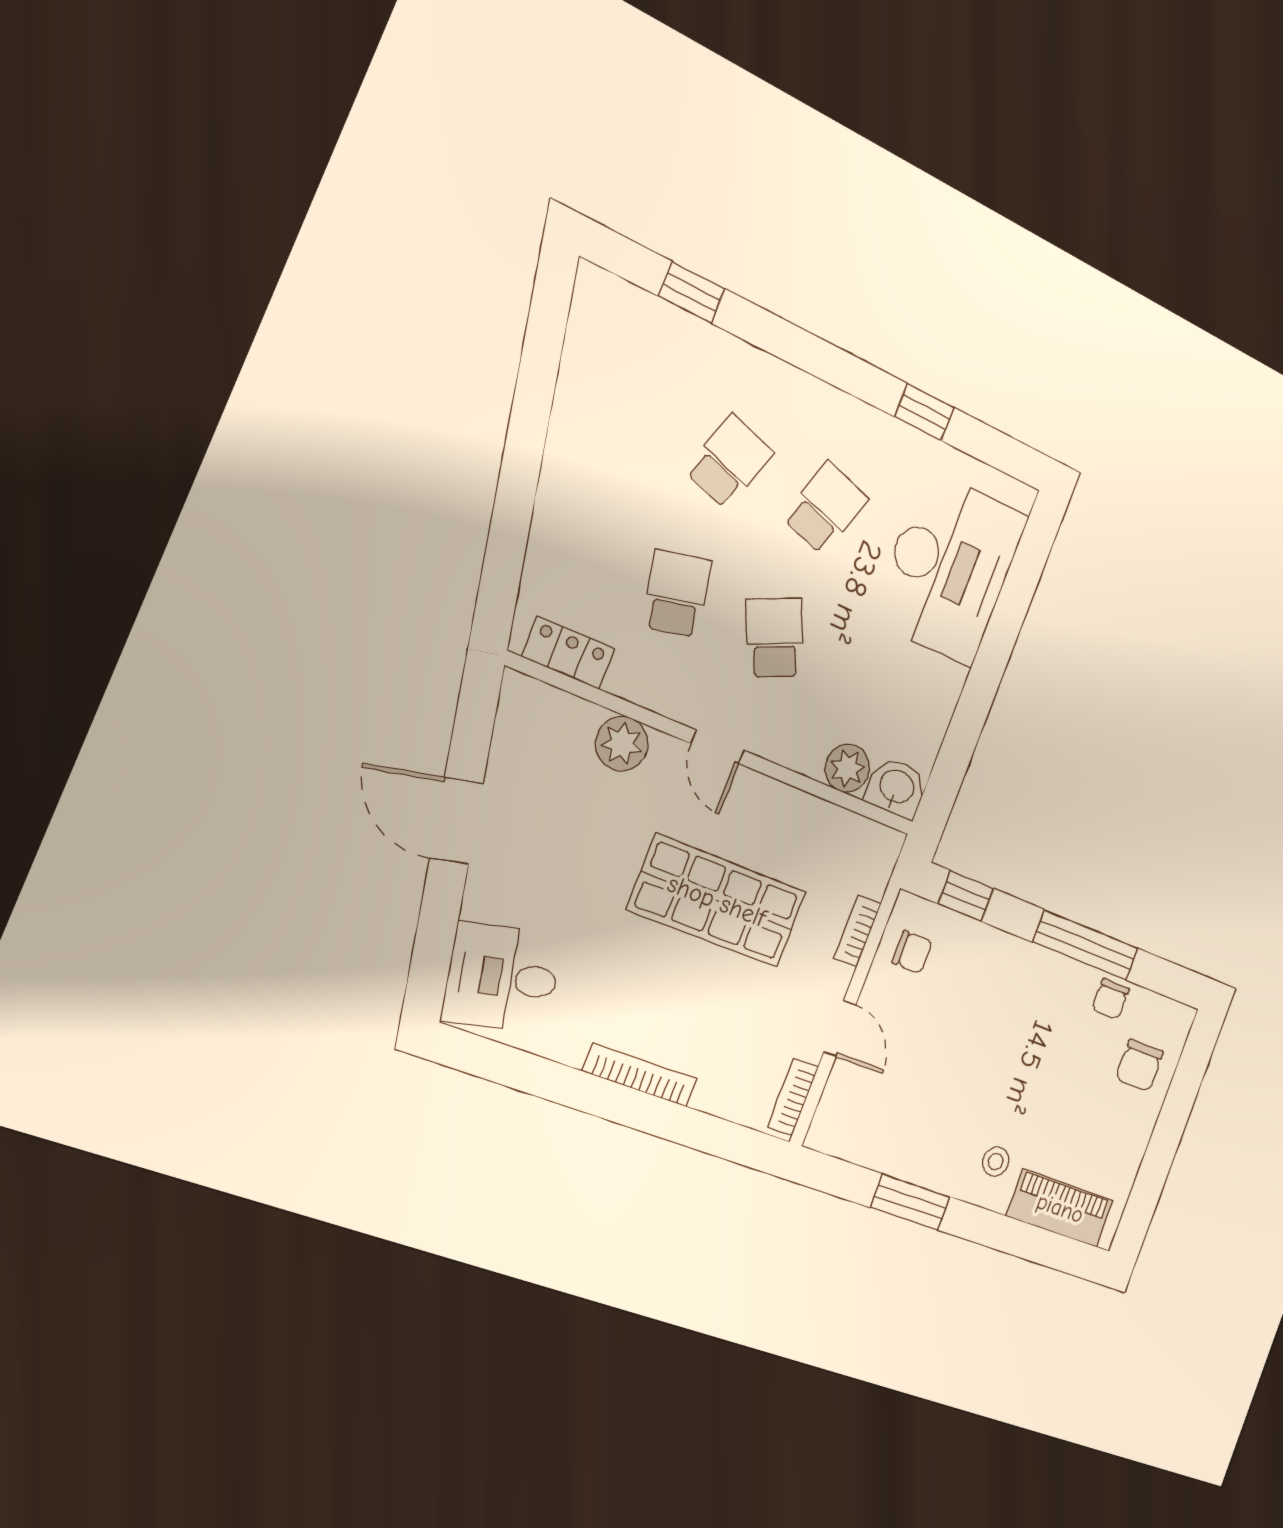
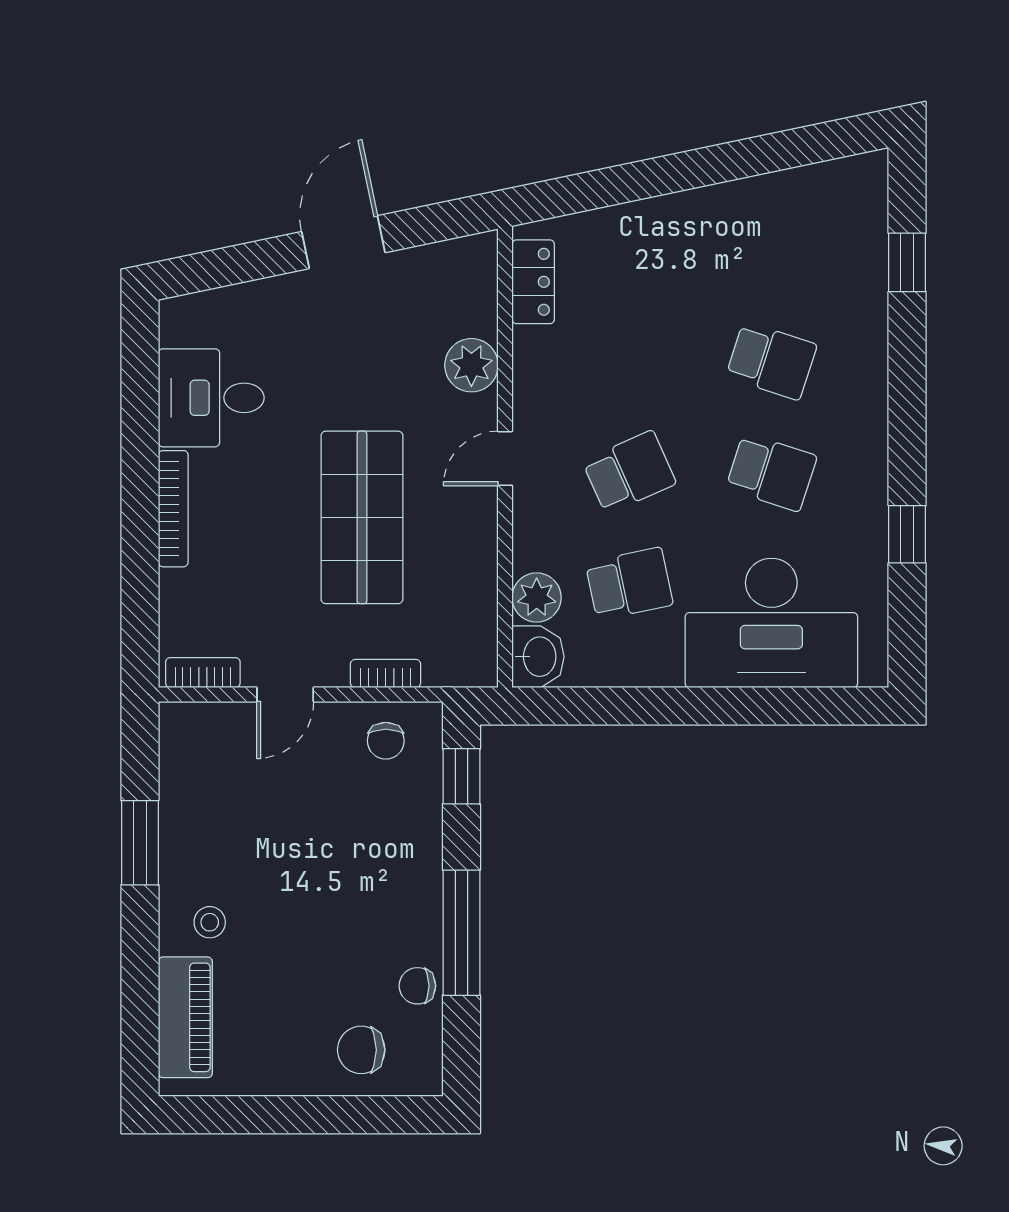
school desk: (677, 594) -> (629, 584), moved
desk: (503, 978) -> (211, 398), moved, turned -78

